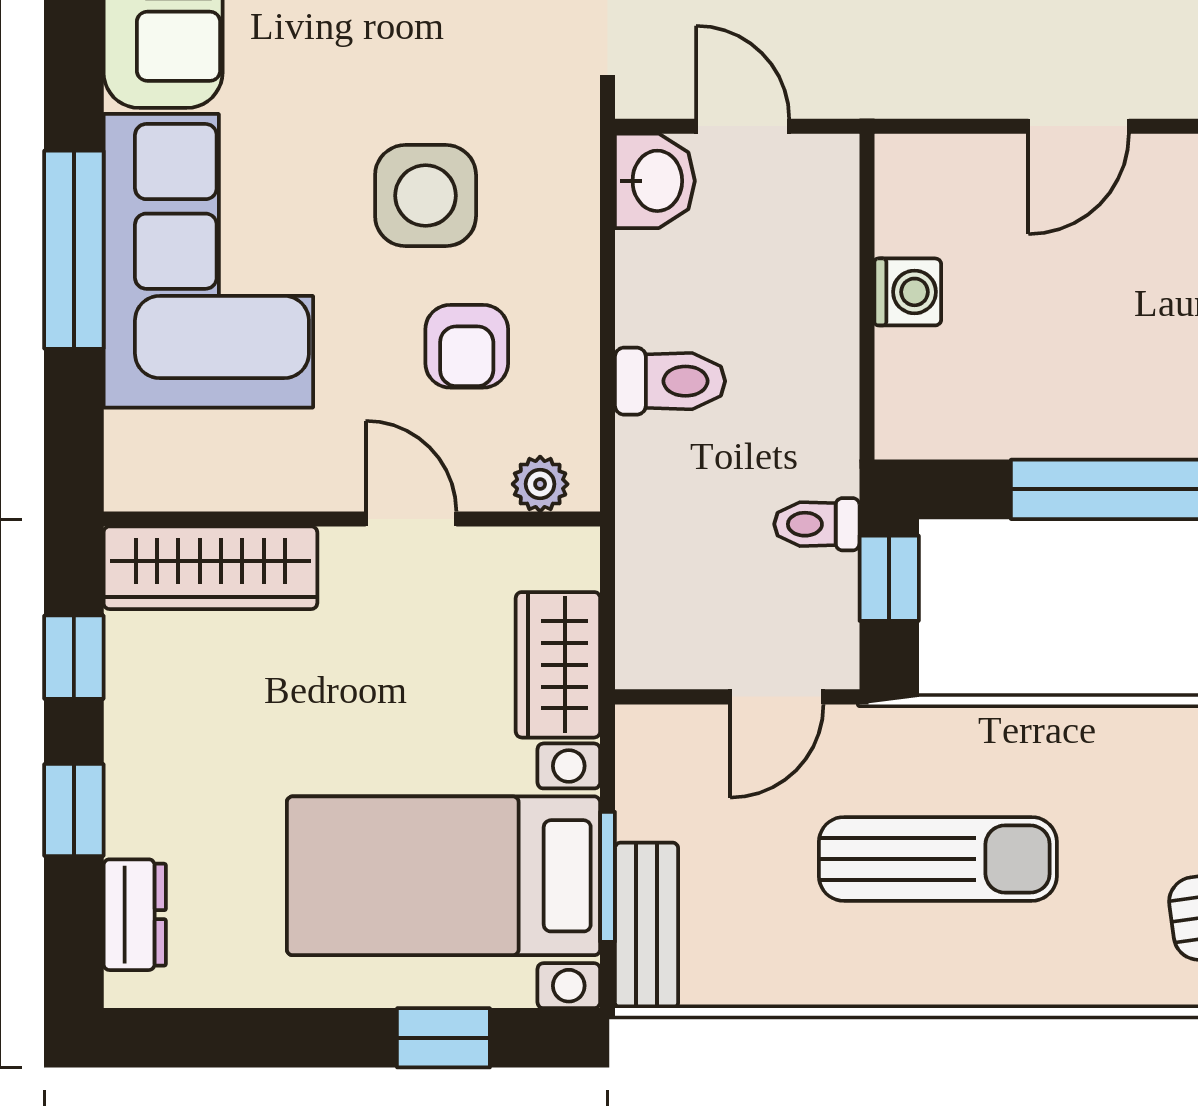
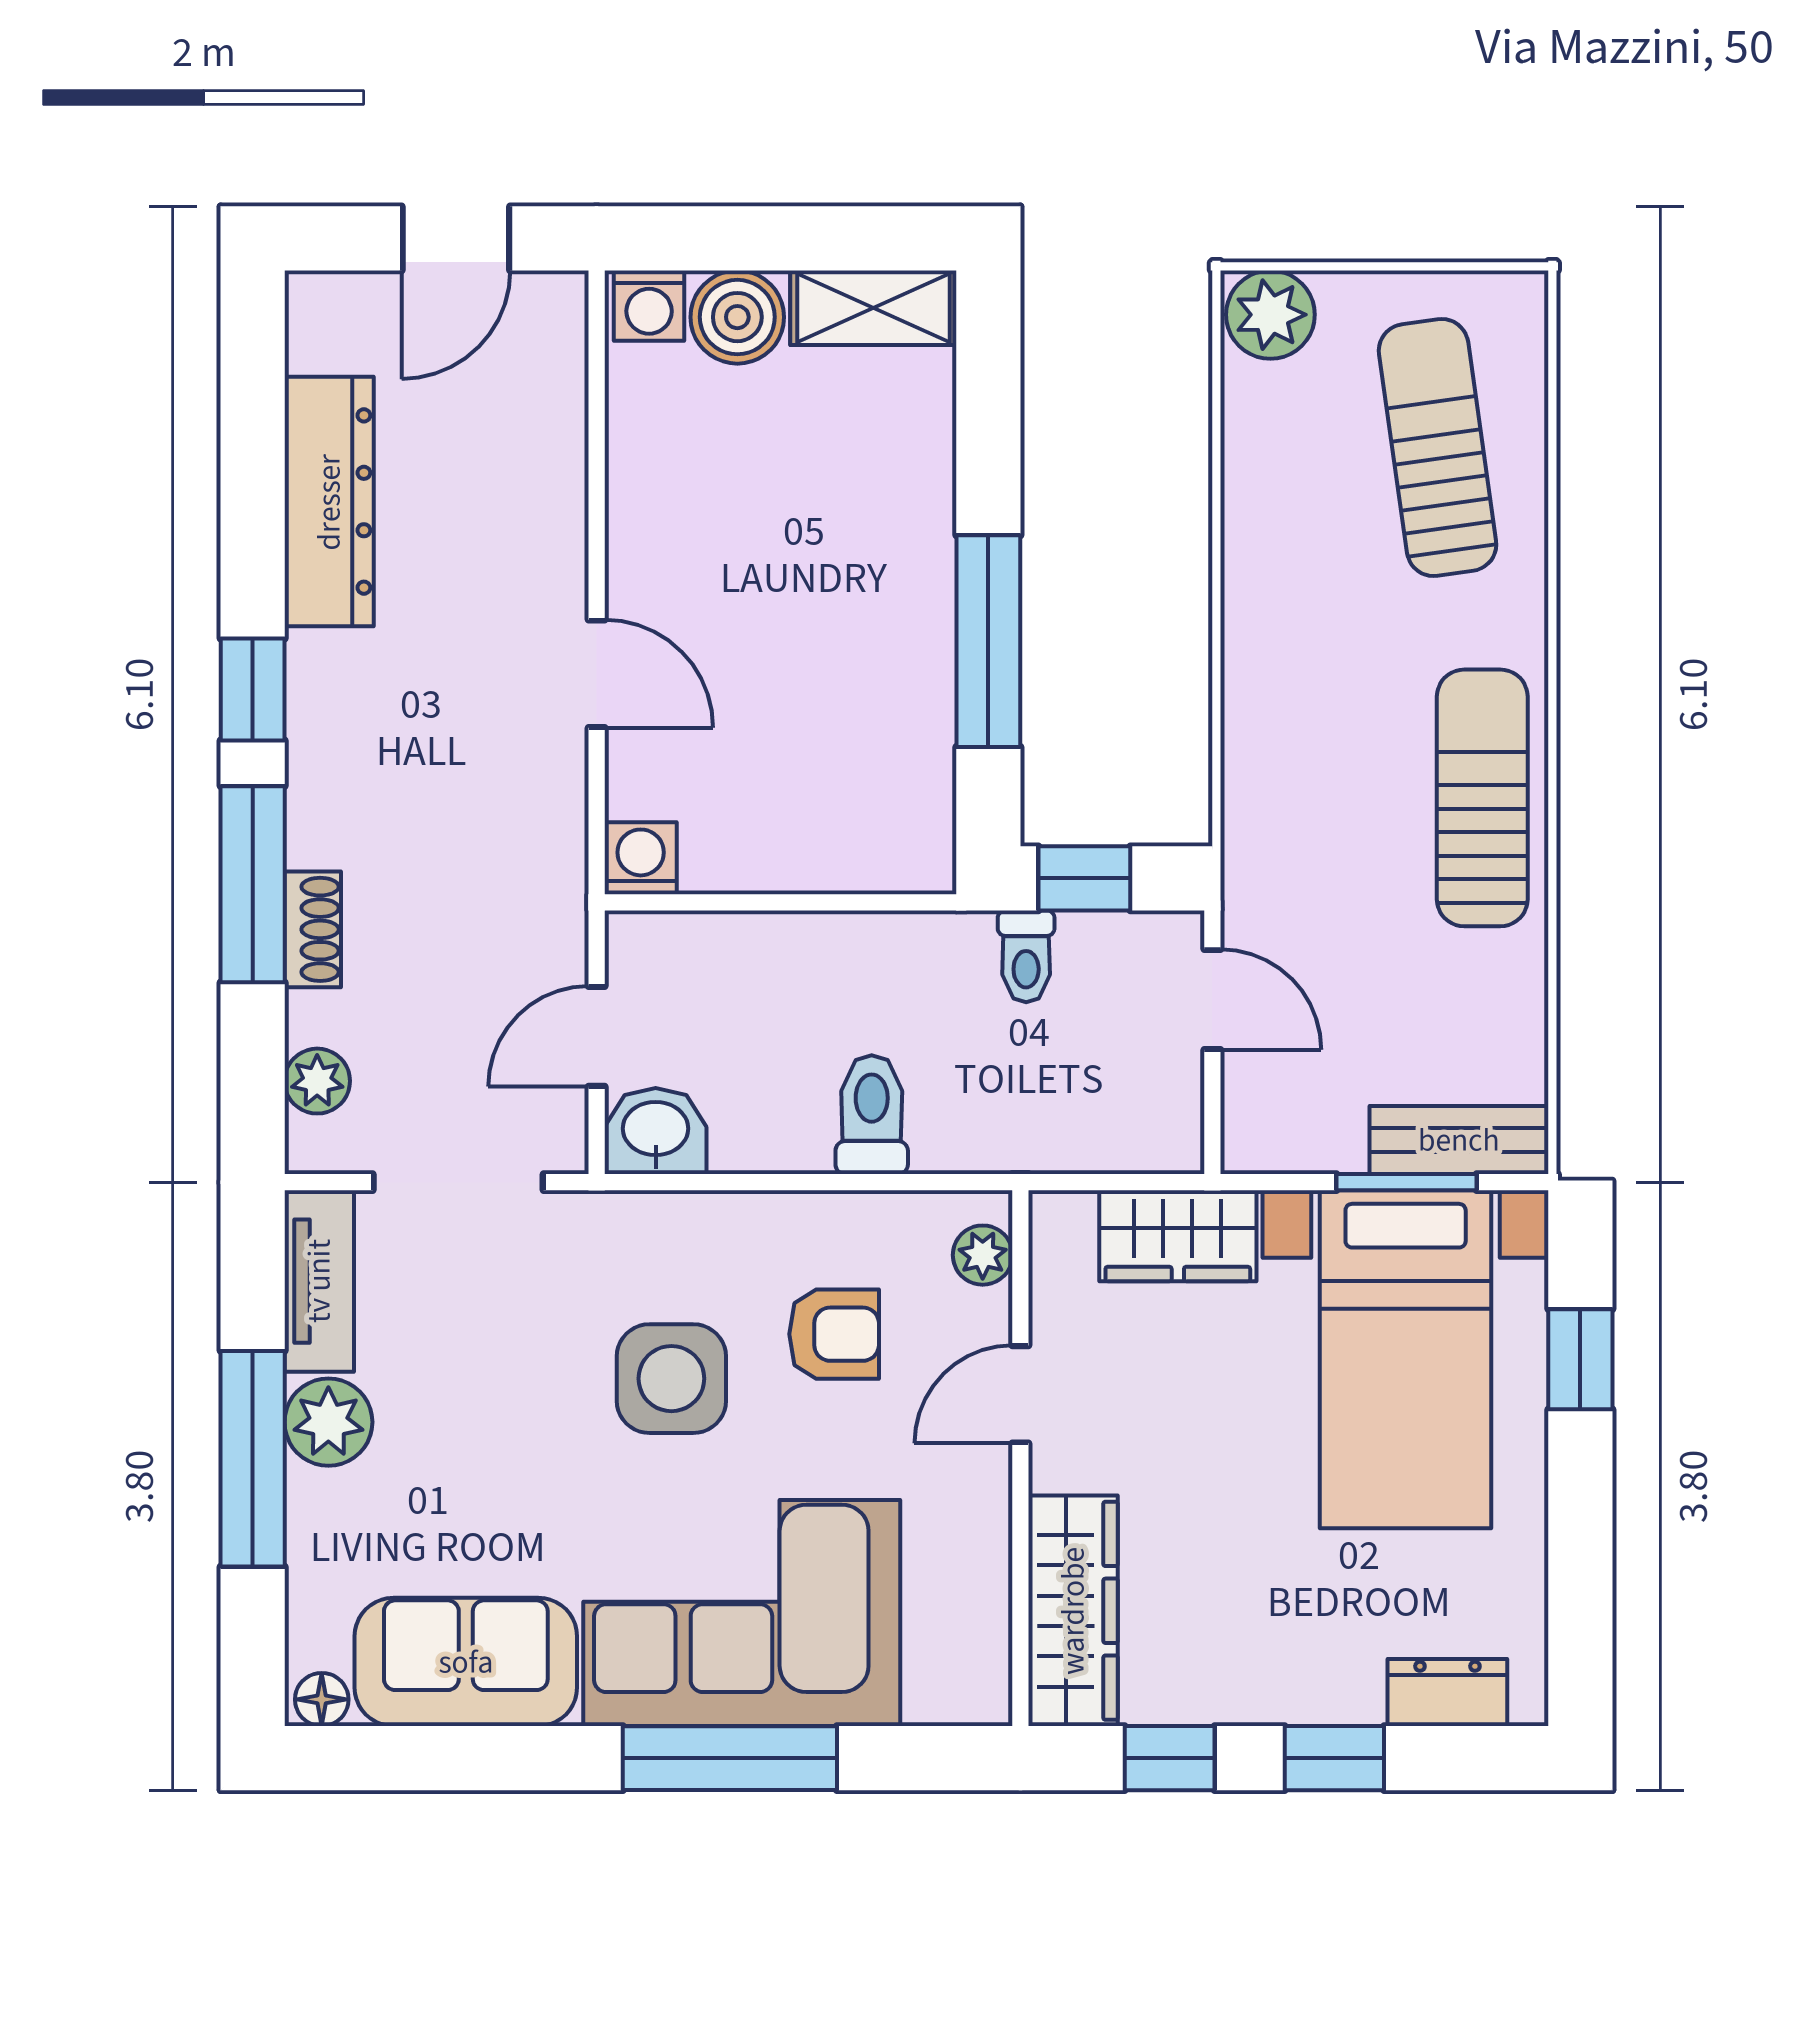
washing machine: (908, 292) -> (641, 858), moved
sun lounger: (938, 859) -> (1482, 798), moved

